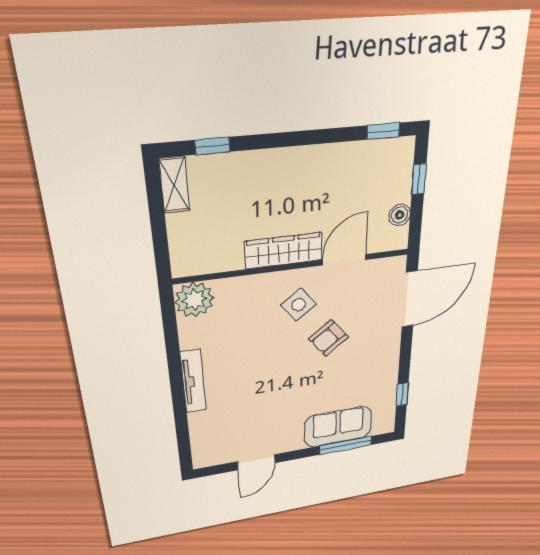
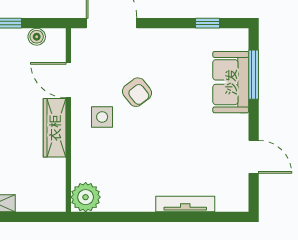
side table: (299, 305) -> (102, 117), turned 37
tv unit: (193, 381) -> (185, 204), moved

